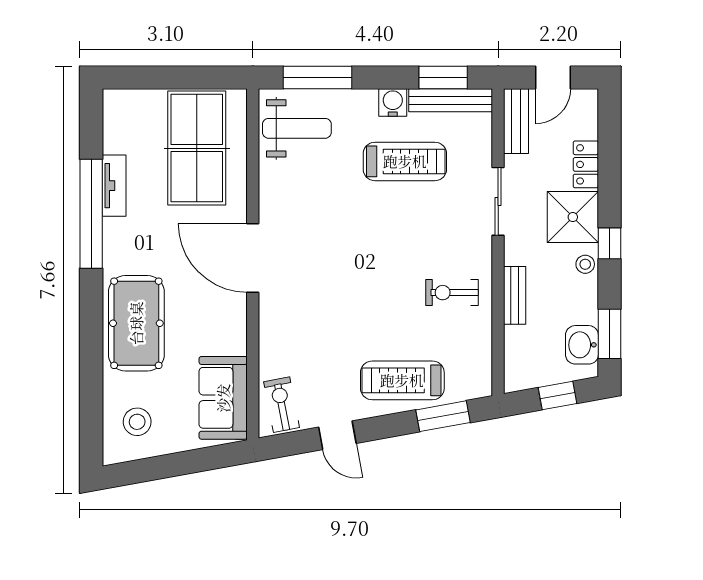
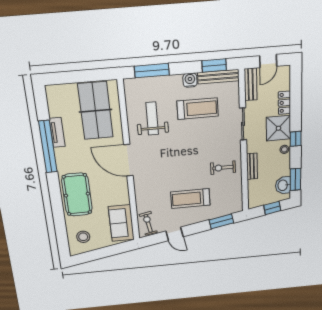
weight bench: (297, 128) -> (152, 119), moved, turned -90
treadmill: (402, 380) -> (190, 198), moved

